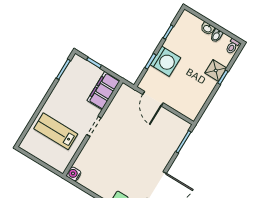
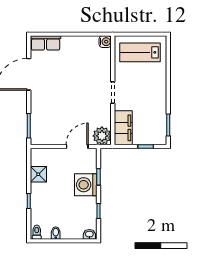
washbasin: (207, 28) -> (89, 234), moved
shower: (216, 70) -> (38, 174), moved
plant: (126, 95) -> (102, 136), added
door: (153, 99) -> (77, 147), hinge flipped
lab bench: (56, 131) -> (140, 52), moved, turned 180

